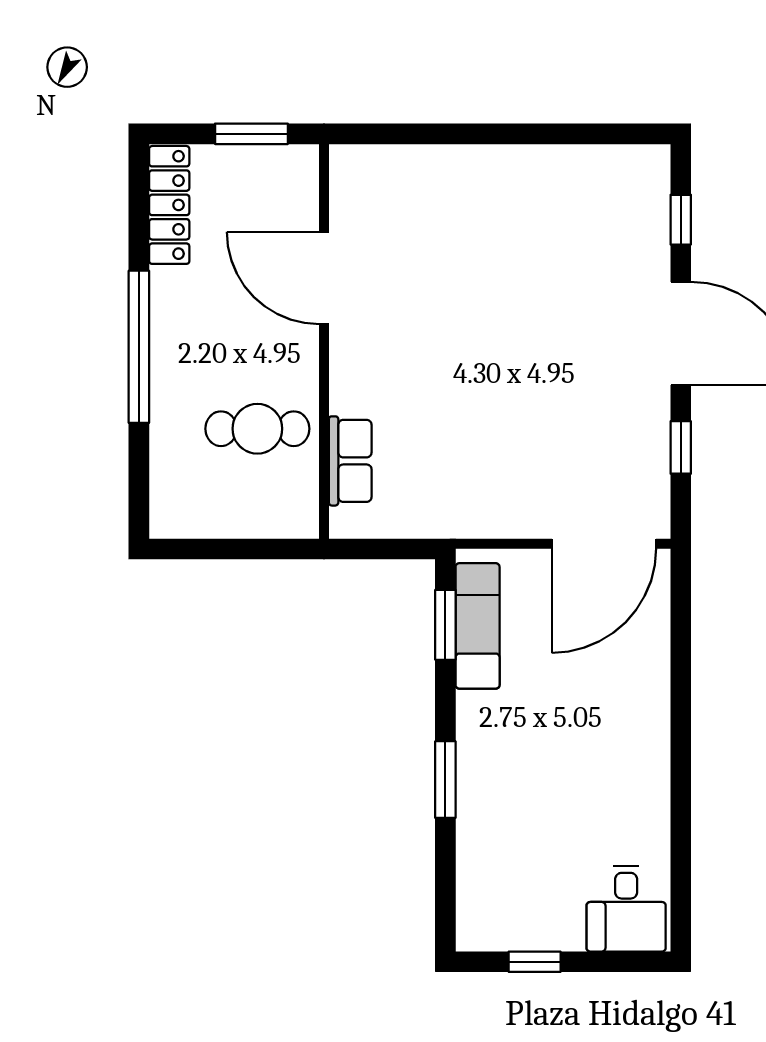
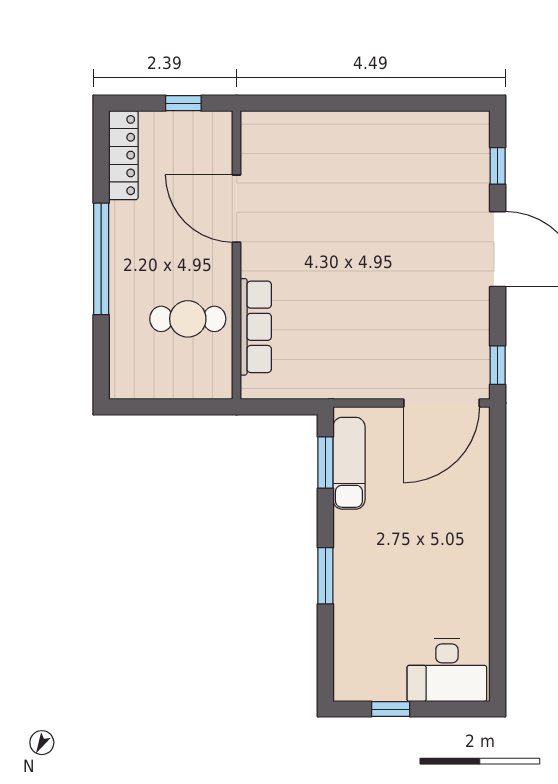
window: (251, 134) -> (183, 103), width x0.67
window: (681, 447) -> (498, 365), moved
row of seats: (350, 461) -> (256, 327), width x1.48
desk: (626, 909) -> (447, 670), width x1.37

